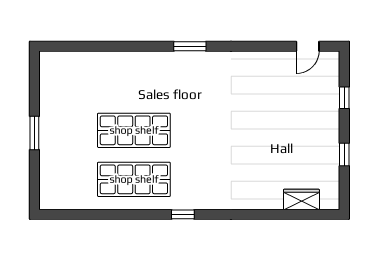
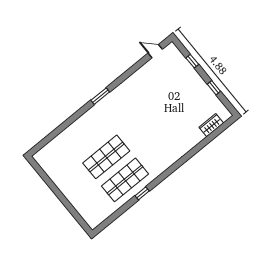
door: (308, 46) -> (155, 51), swing flipped
window: (34, 133) -> (61, 196), removed
window: (183, 214) -> (142, 193), moved

